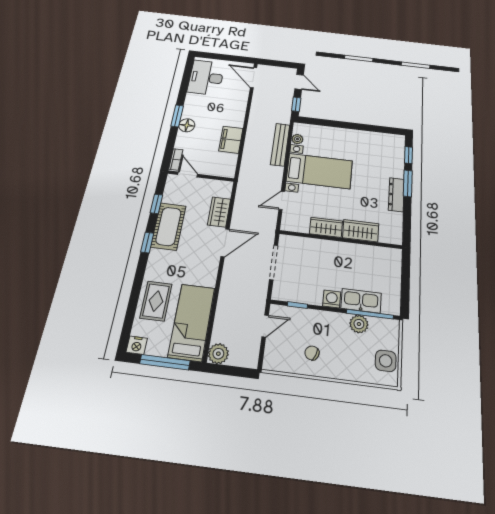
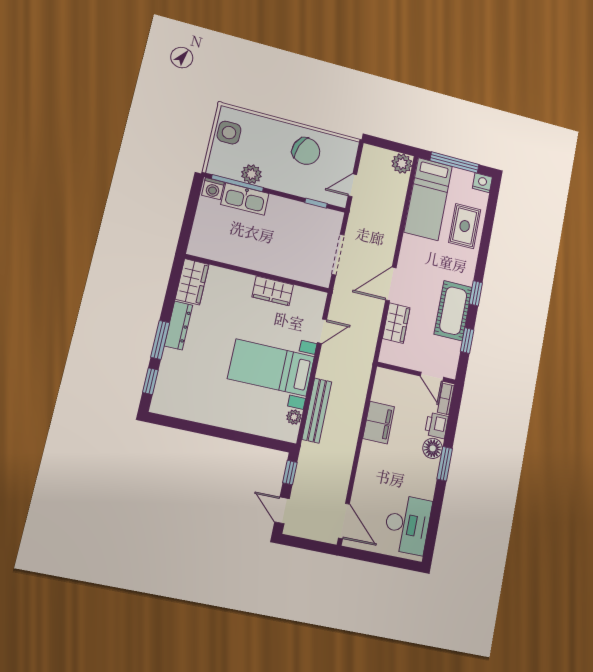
printer: (184, 141) -> (436, 425), added
wardrobe: (361, 231) -> (192, 282), moved, turned -90
washing machine: (332, 299) -> (213, 189), moved
chair: (312, 353) -> (306, 151), width x1.87, depth x1.87

